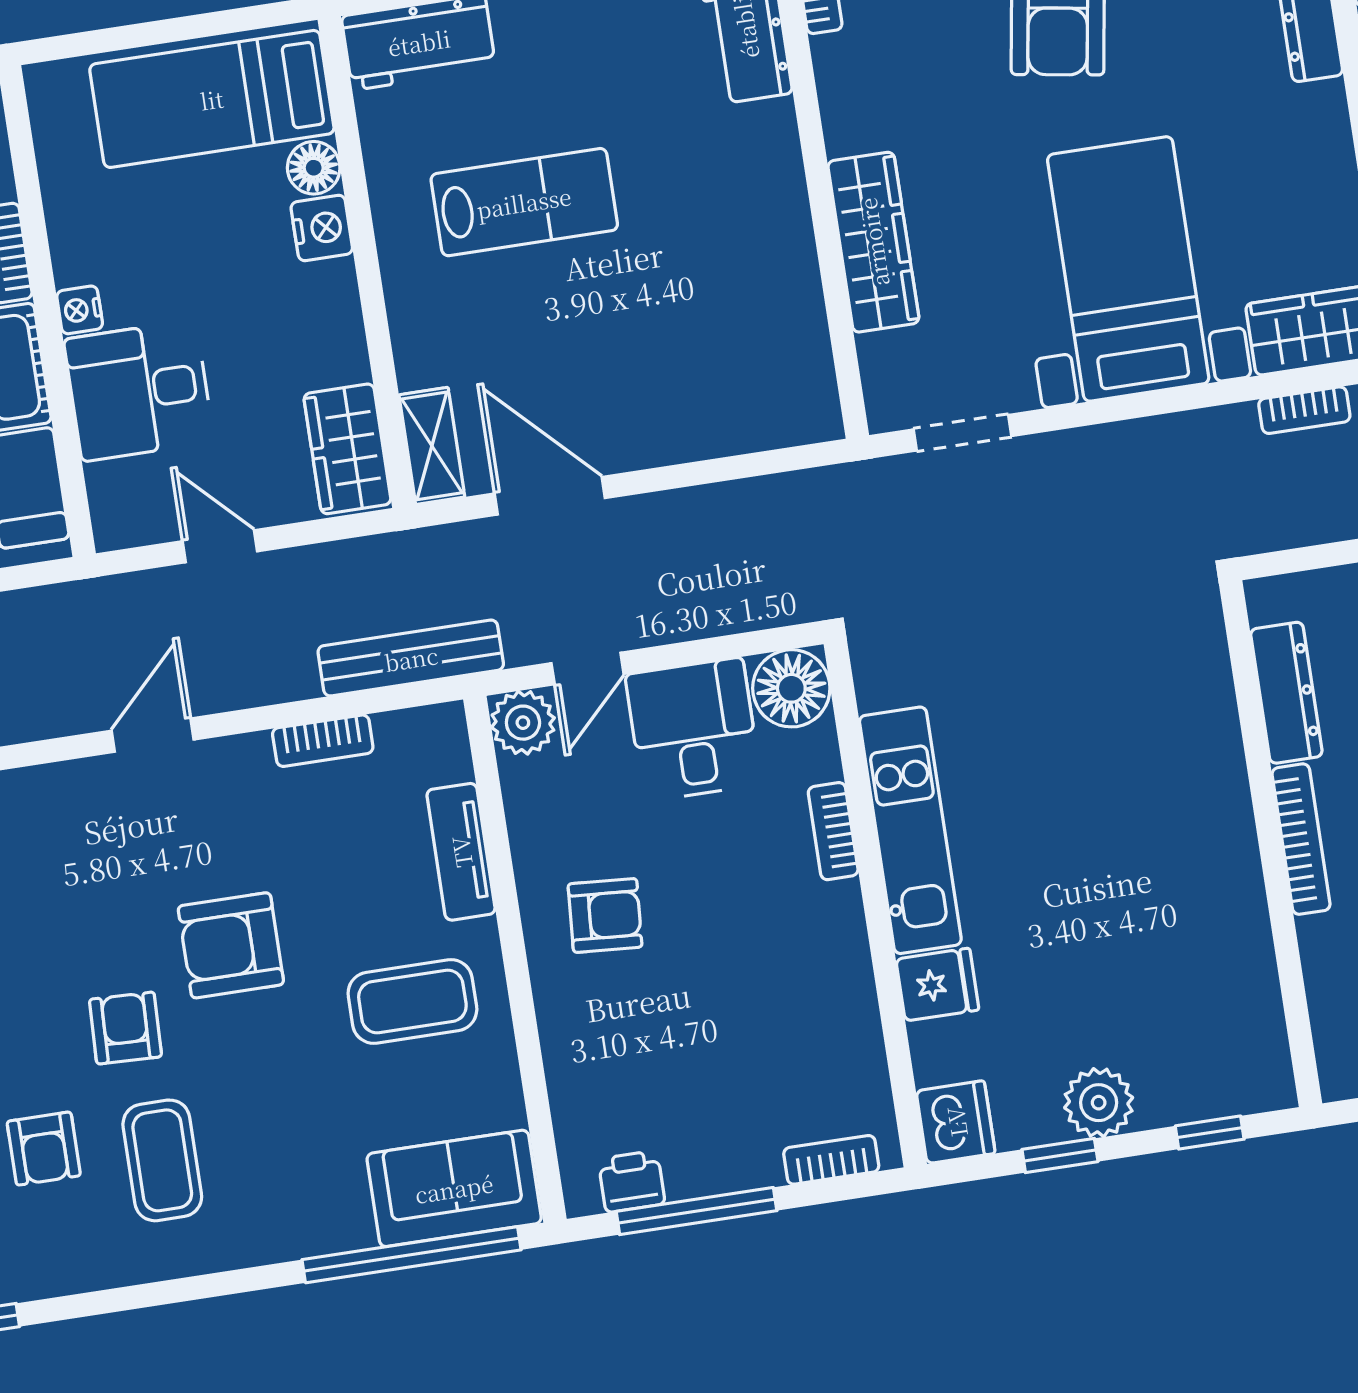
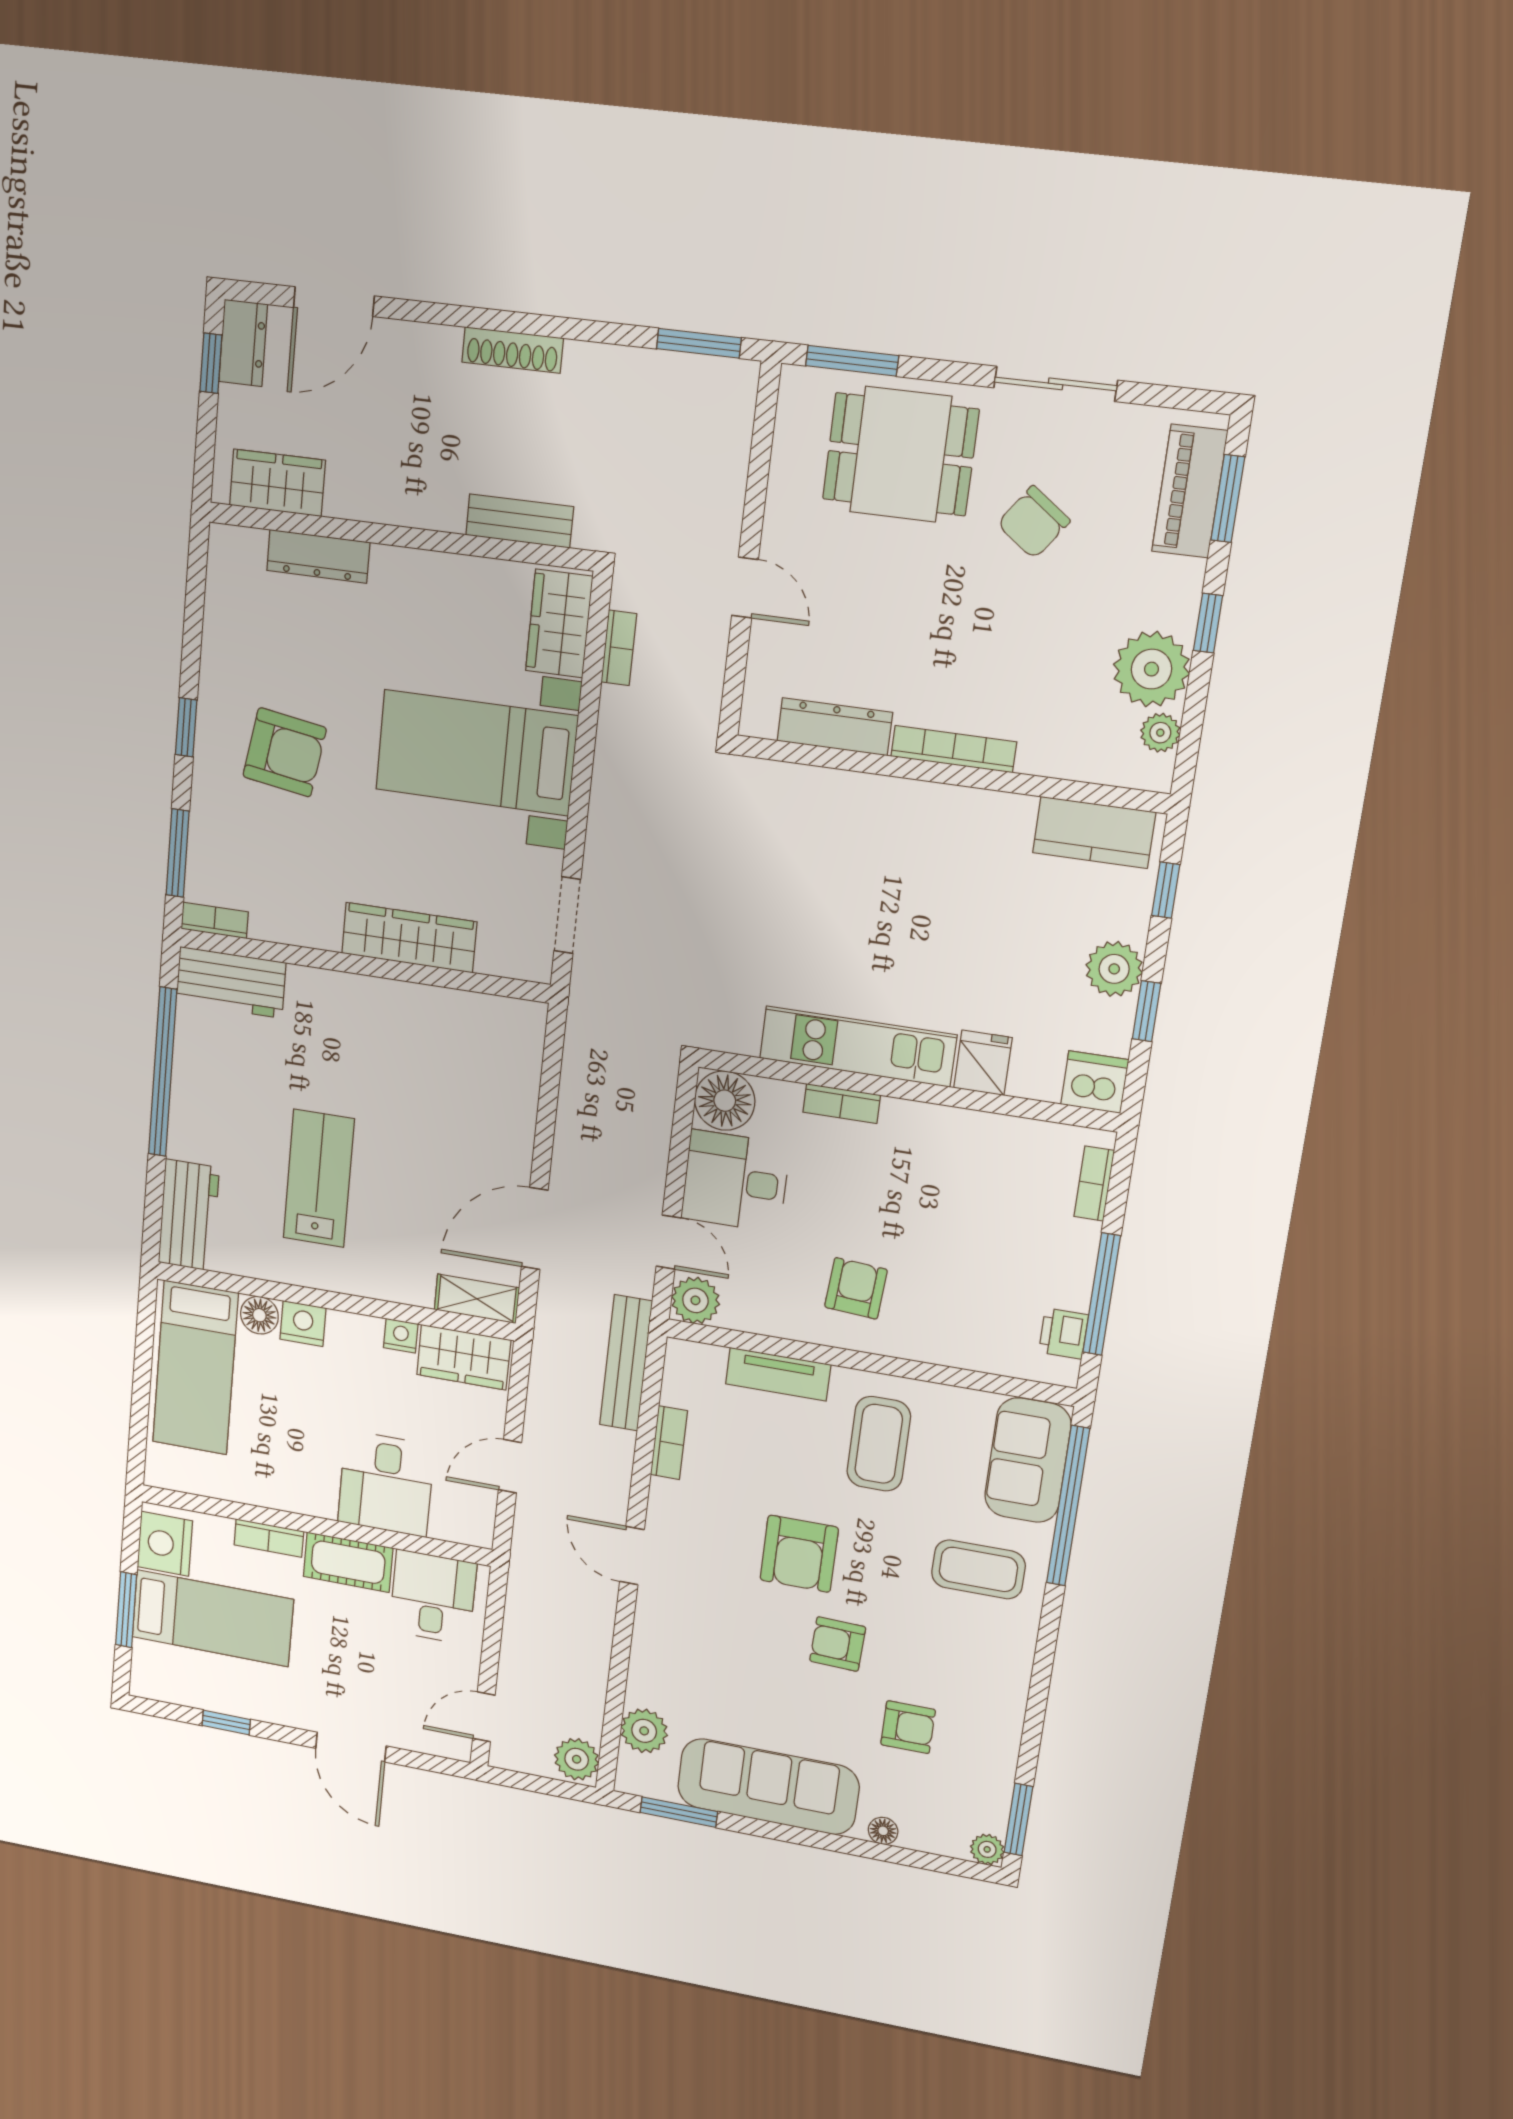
nightstand: (80, 310) -> (401, 1336), moved, turned 180
kitchen counter: (1252, 1030) -> (1094, 832), added
coffee table: (162, 1160) -> (978, 1569), moved

